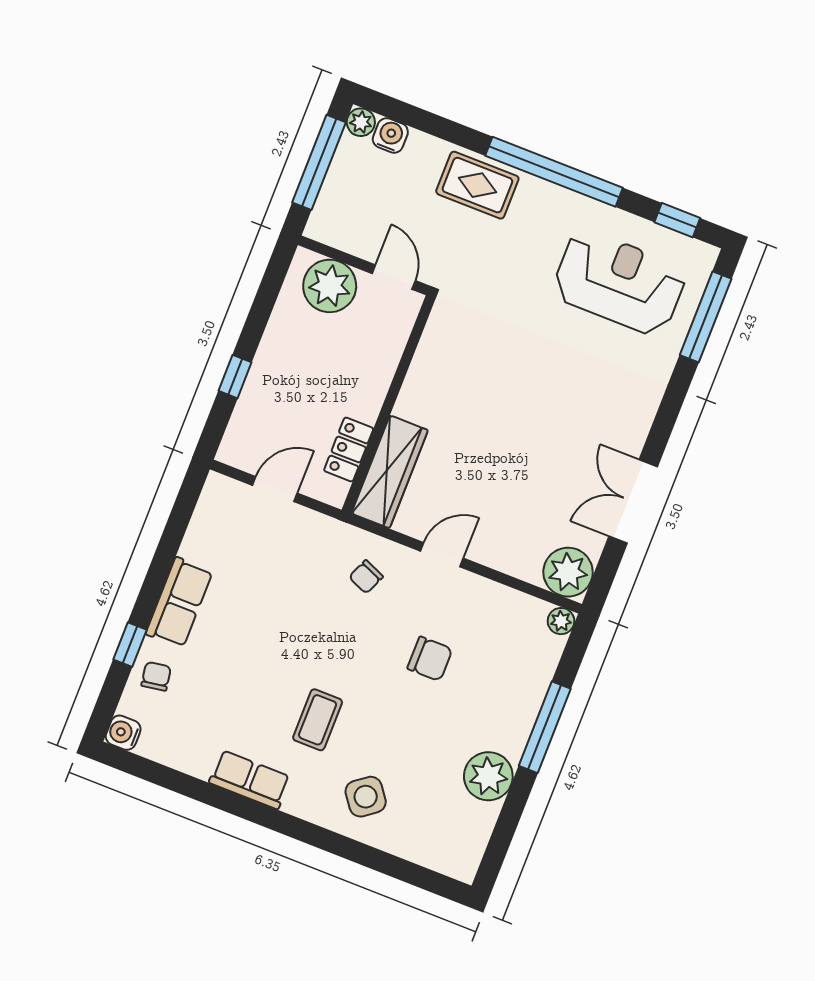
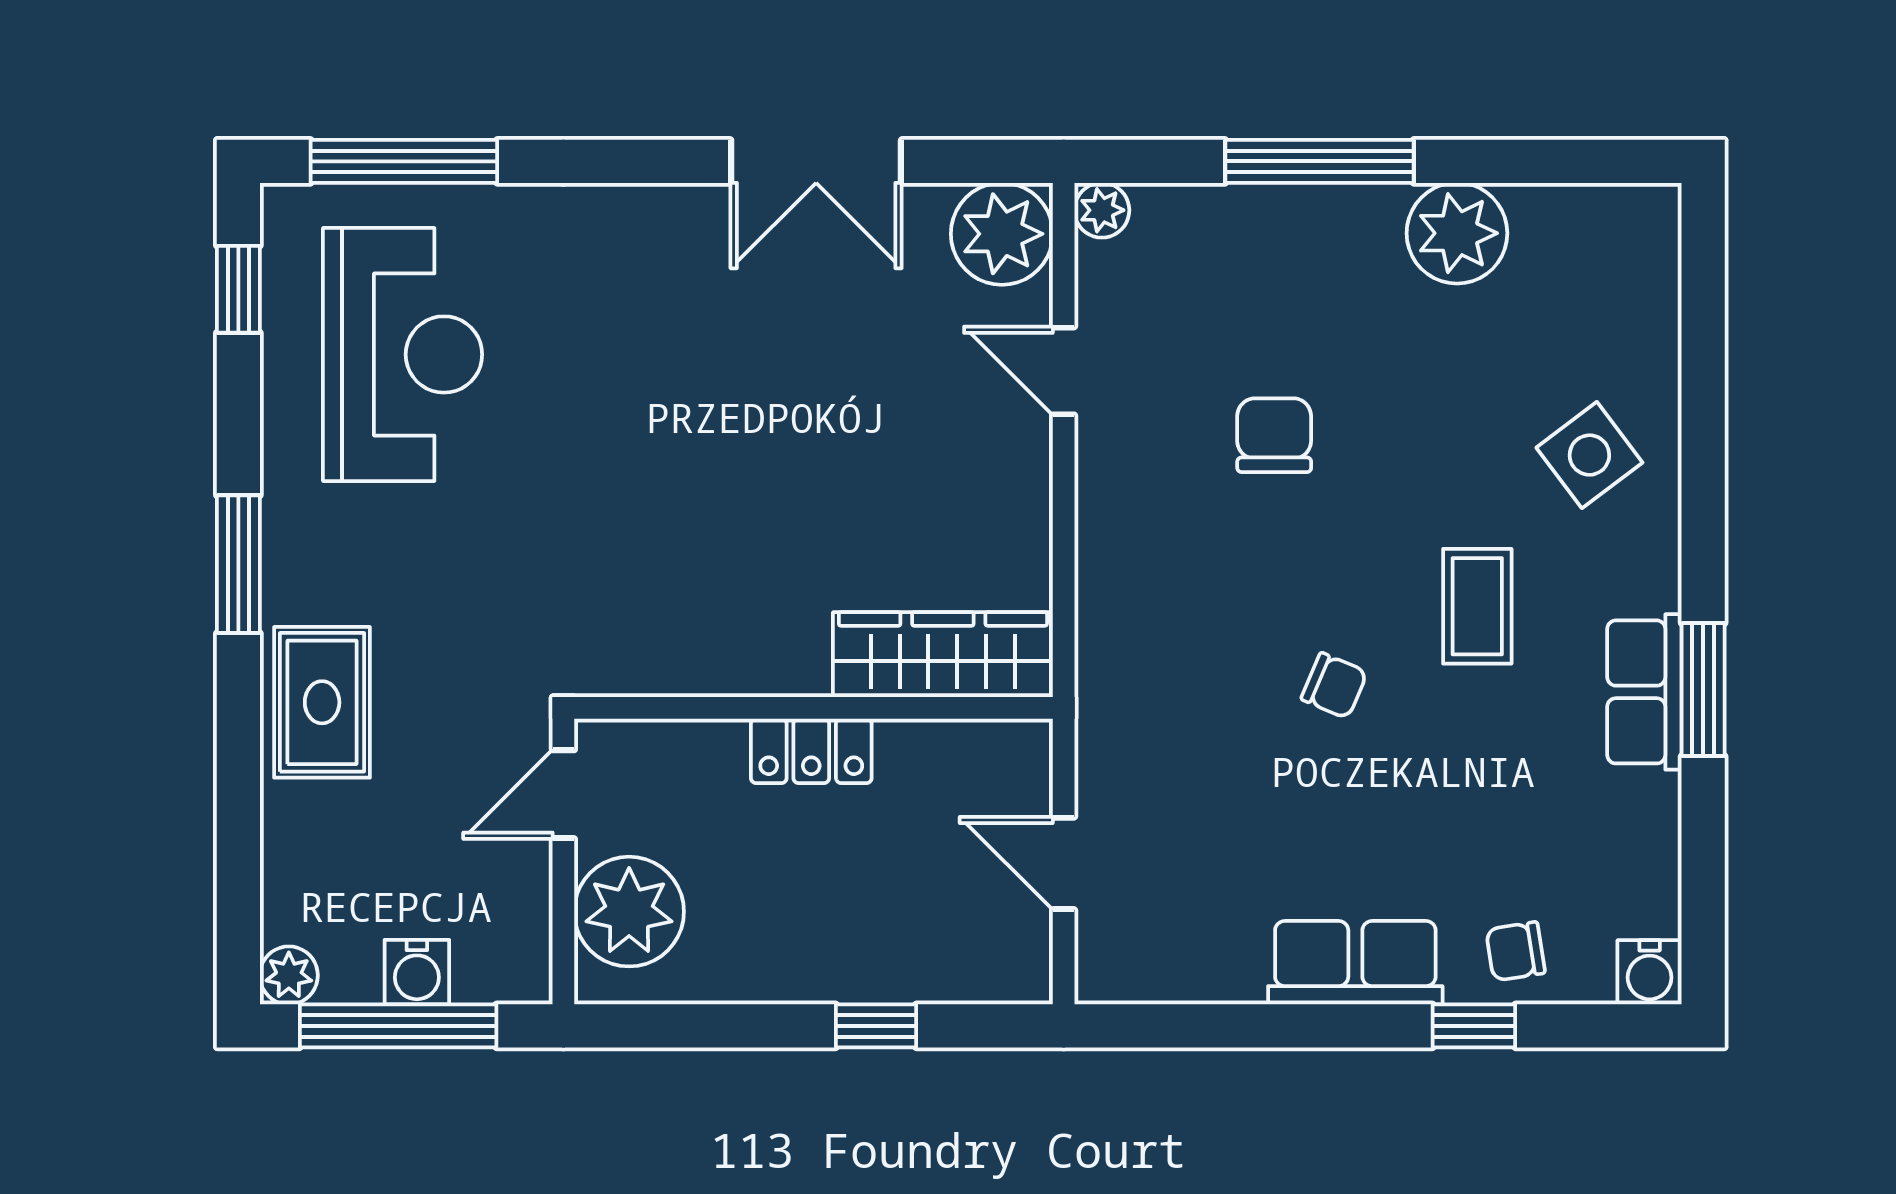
water cooler: (390, 135) -> (417, 972), moved, turned -90
window: (554, 172) -> (238, 564), width x0.47
reception desk: (619, 282) -> (403, 354), turned 180
locker: (349, 450) -> (811, 751), moved
door: (442, 555) -> (1064, 371), moved
chair: (366, 577) -> (1334, 686), moved
coffee table: (318, 720) -> (1477, 606), turned 90
window: (241, 806) -> (1703, 690), added

